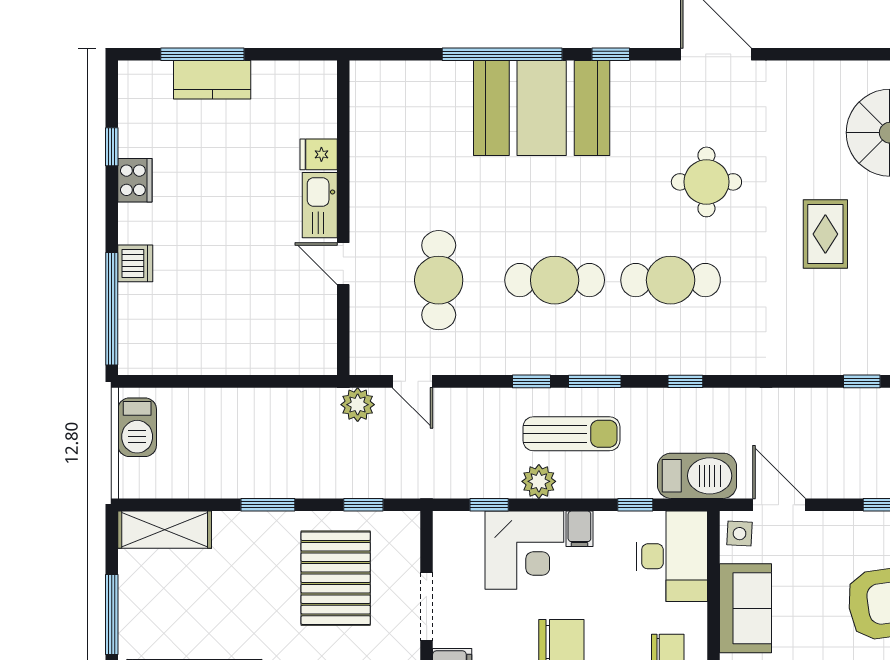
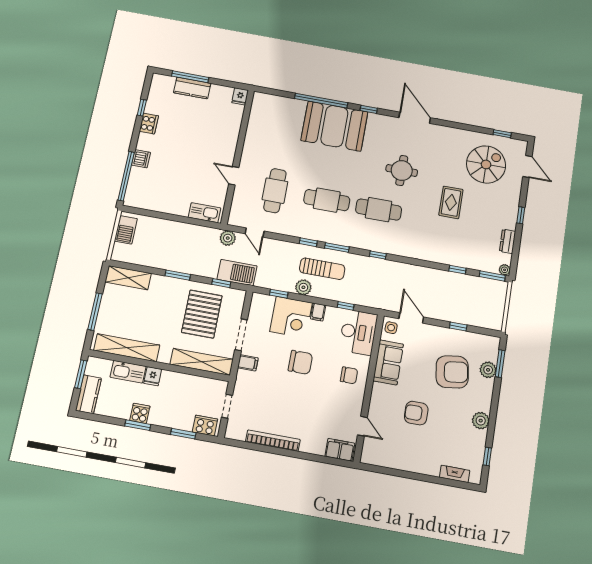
fridge: (319, 154) -> (240, 96), moved, turned -90
kitchen sink: (320, 205) -> (204, 213), moved, turned 90
barbecue: (697, 476) -> (237, 273), moved

